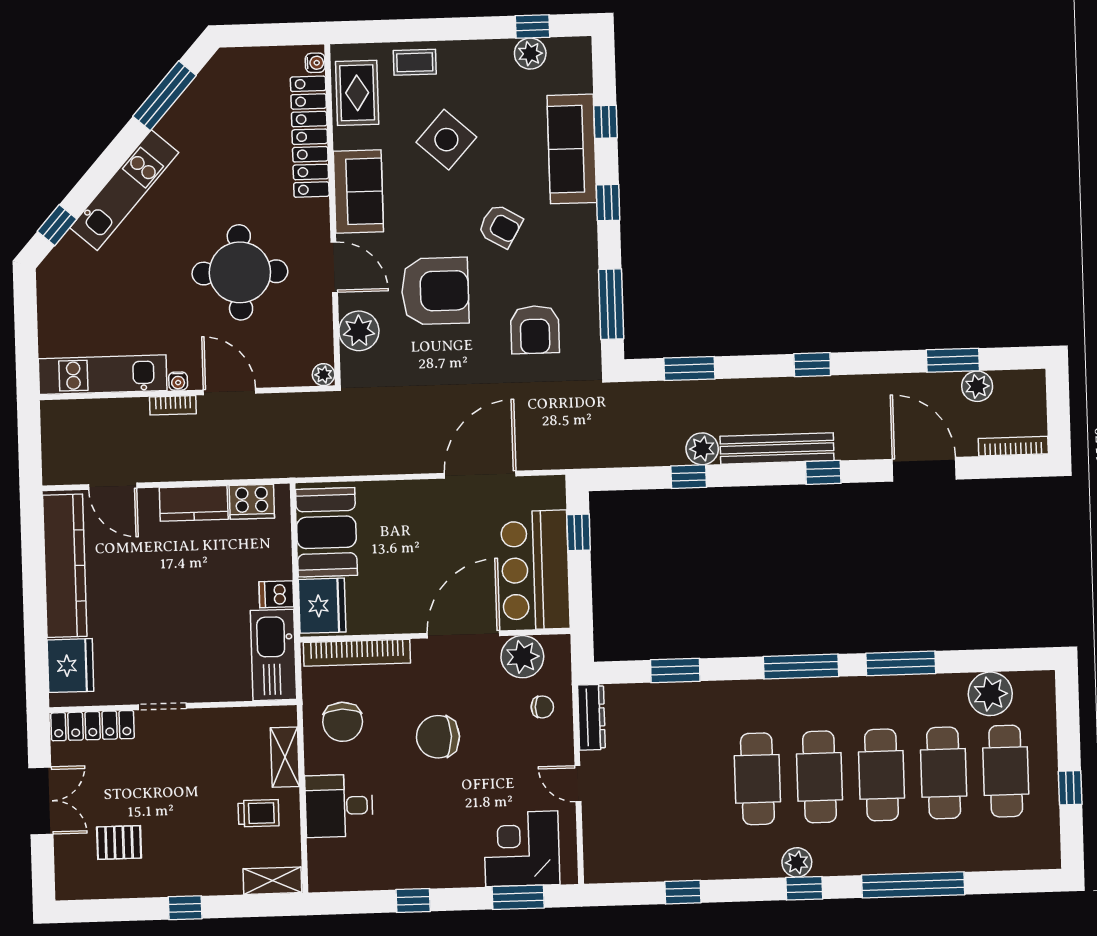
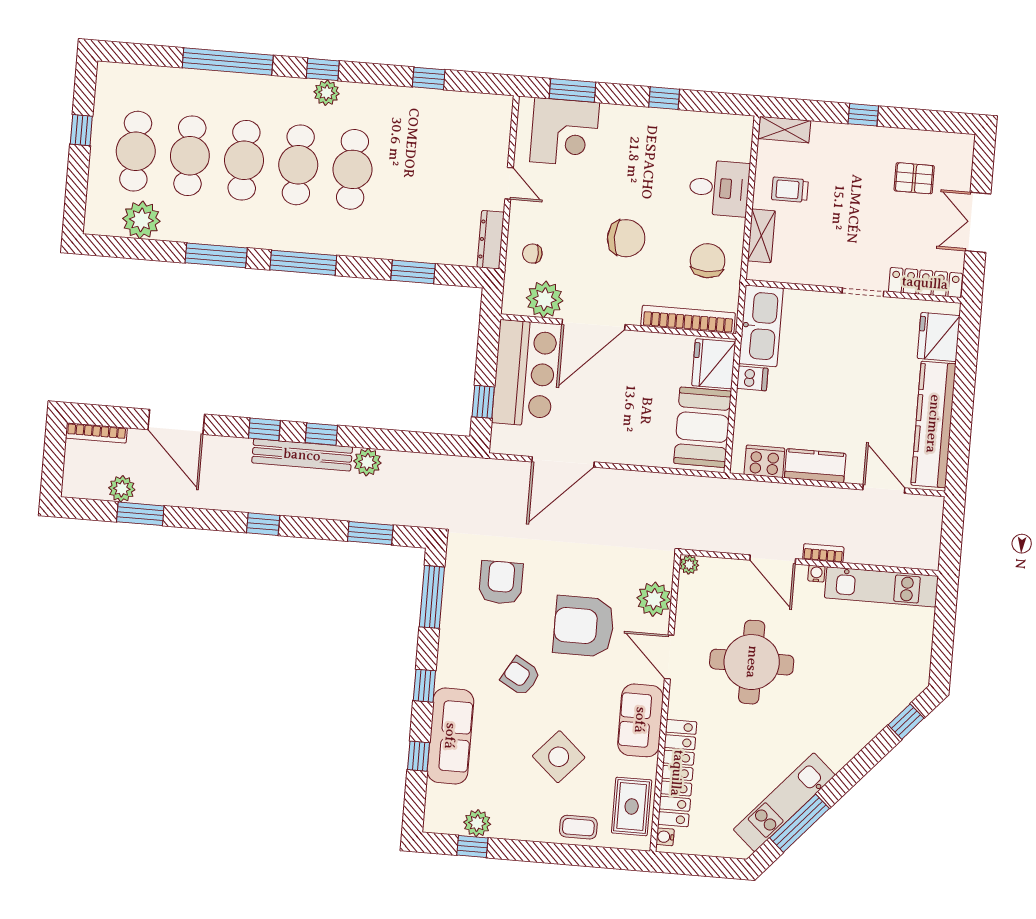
kitchen unit: (124, 190) -> (784, 802), moved
window: (689, 477) -> (321, 434), moved

